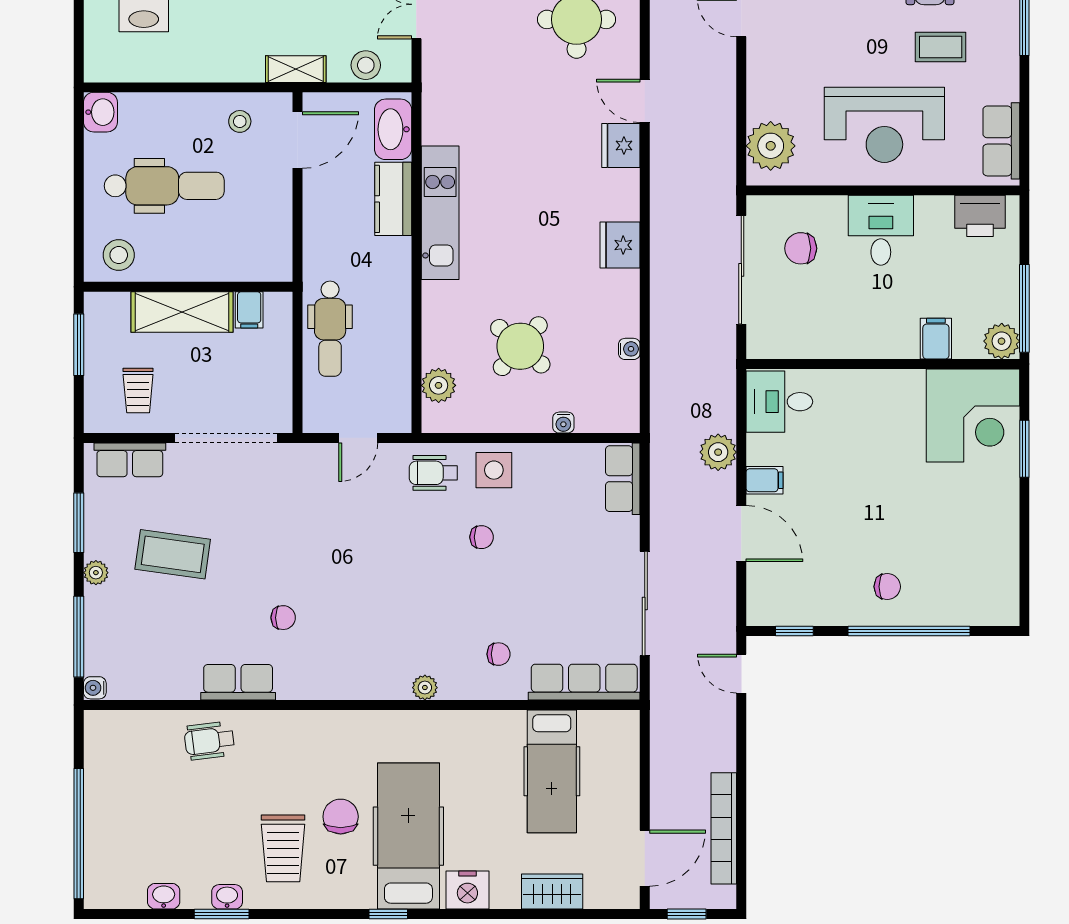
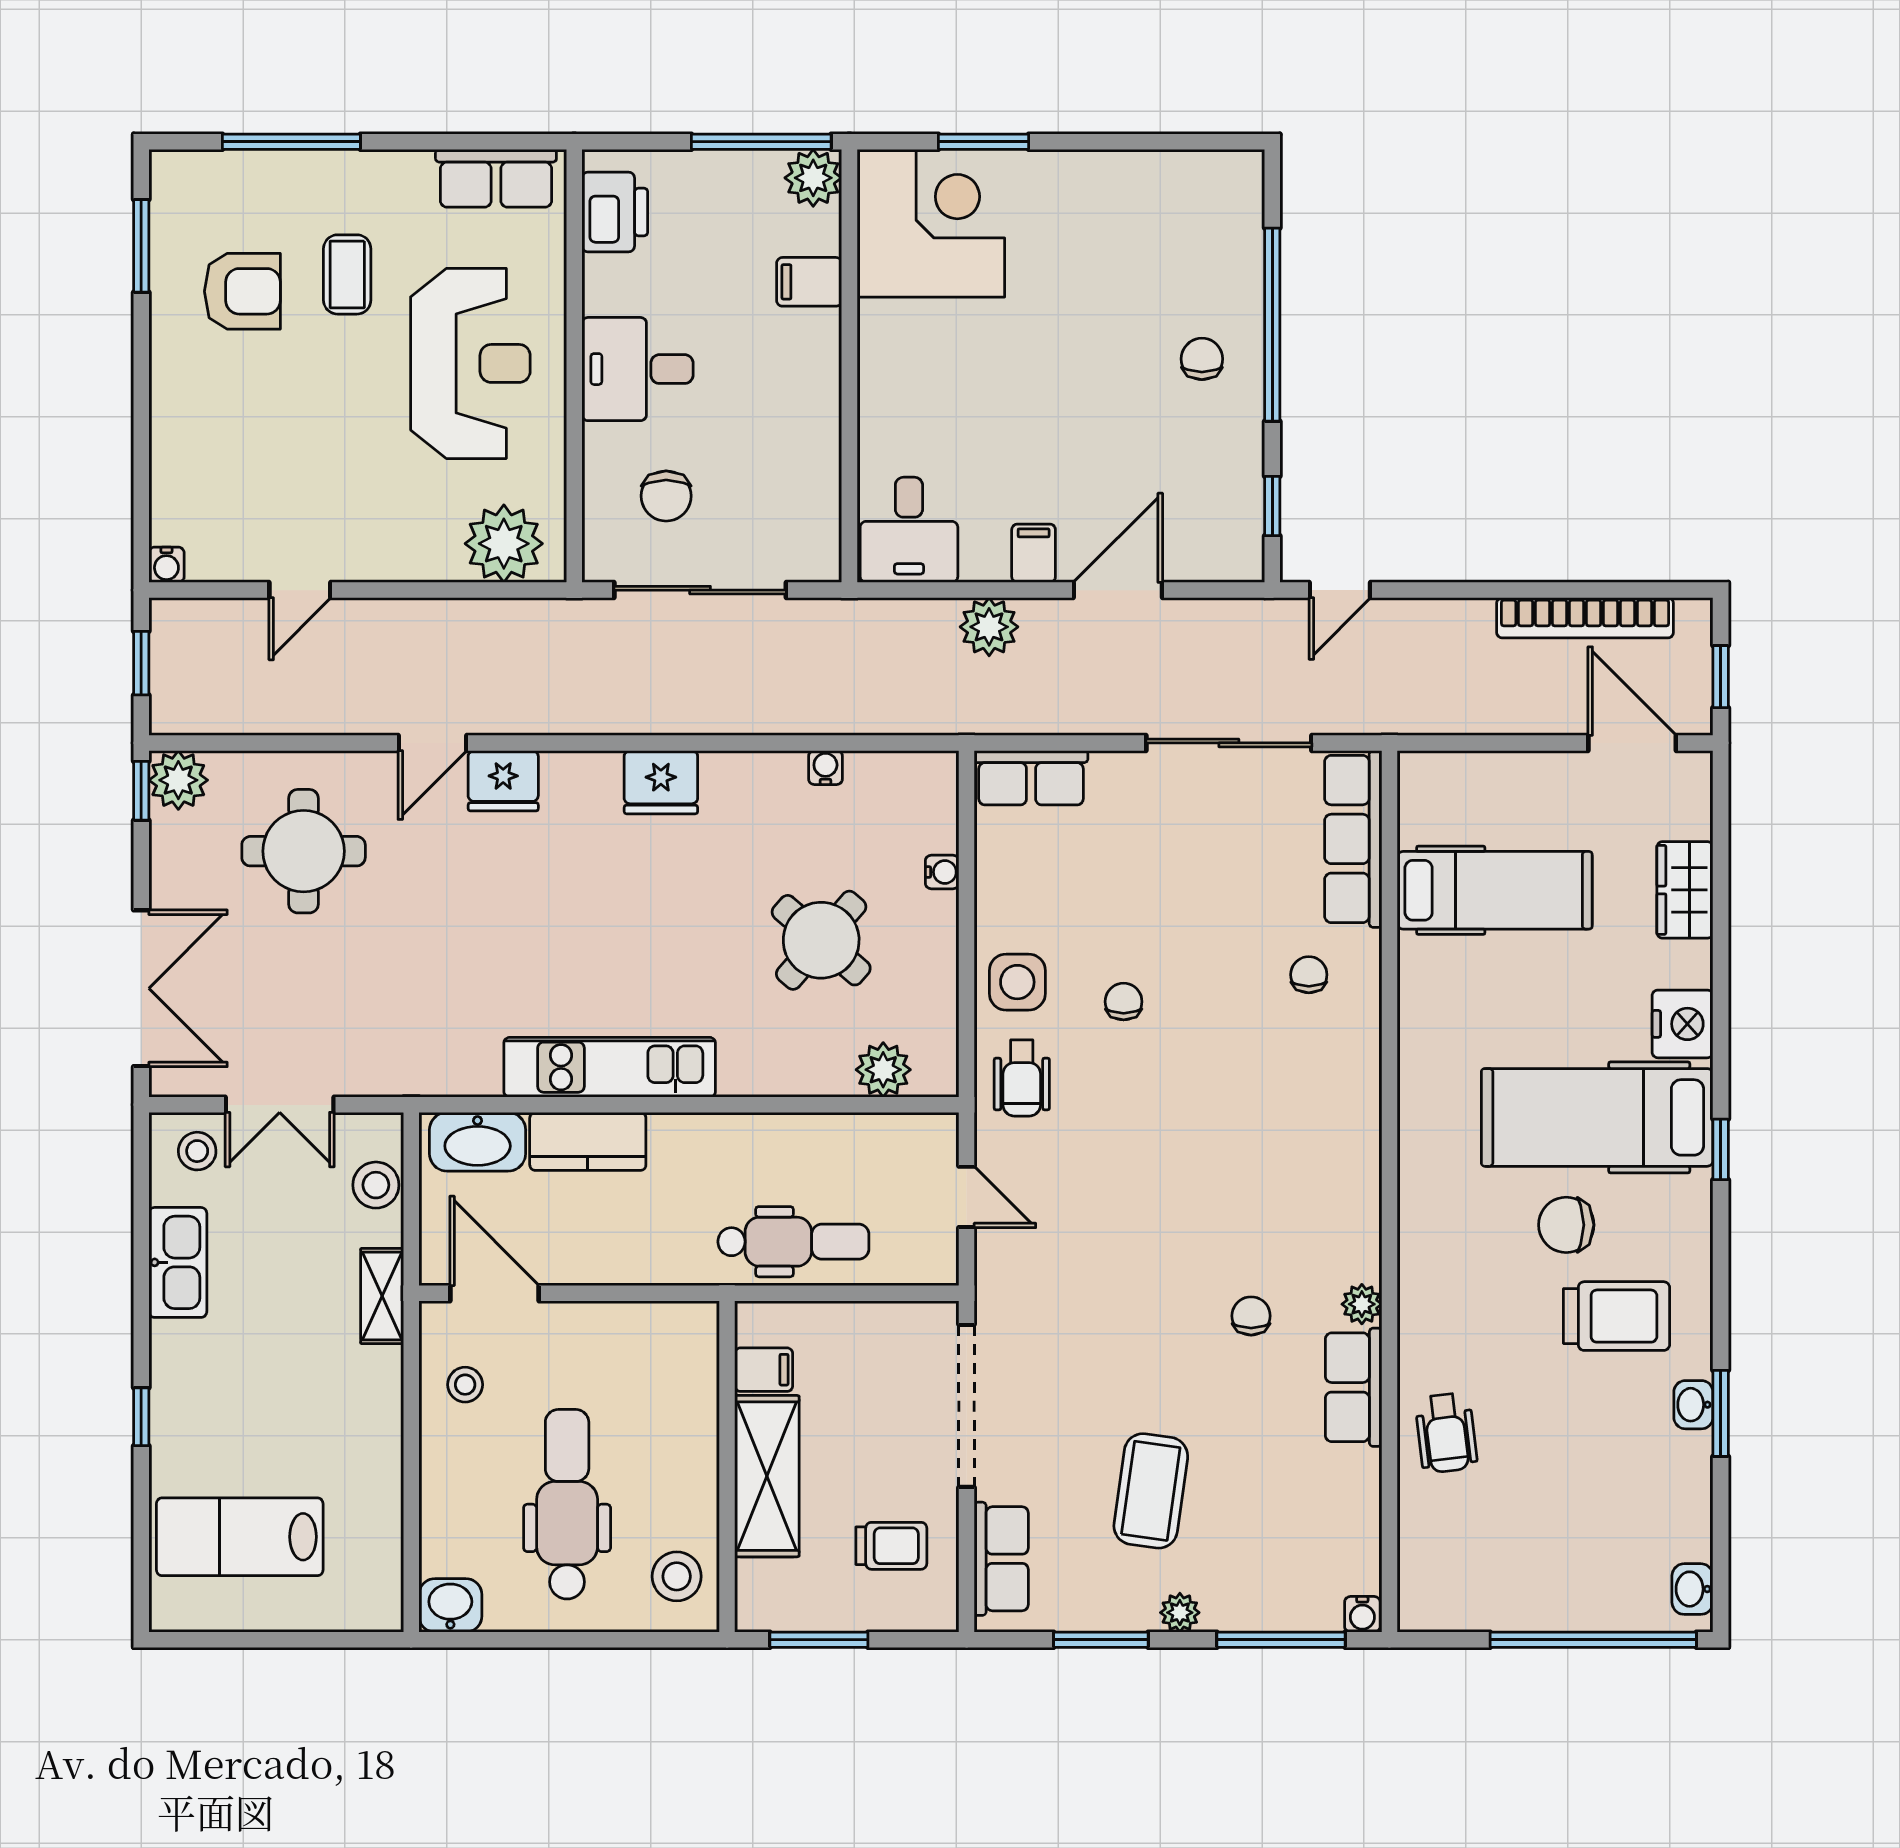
plant: (425, 688) -> (1362, 1304), moved
washbasin: (164, 896) -> (1692, 1589), moved

